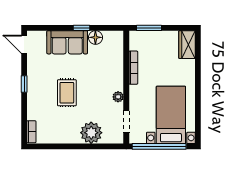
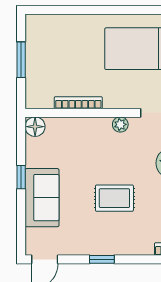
window: (149, 28) -> (21, 60), moved
floor lamp: (95, 37) -> (35, 127), moved
wardrobe: (187, 45) -> (45, 25), removed

